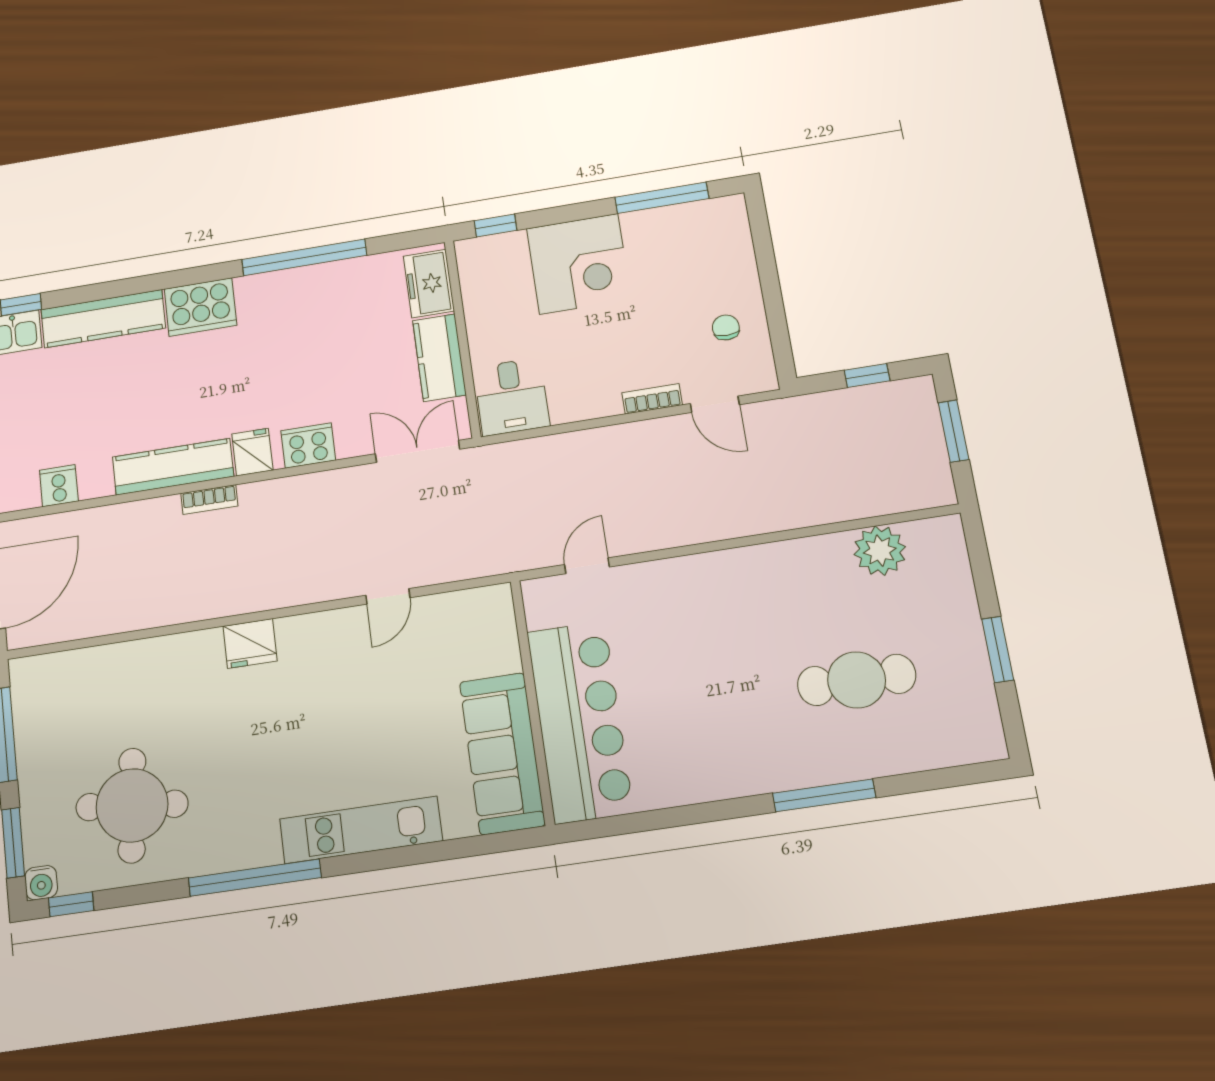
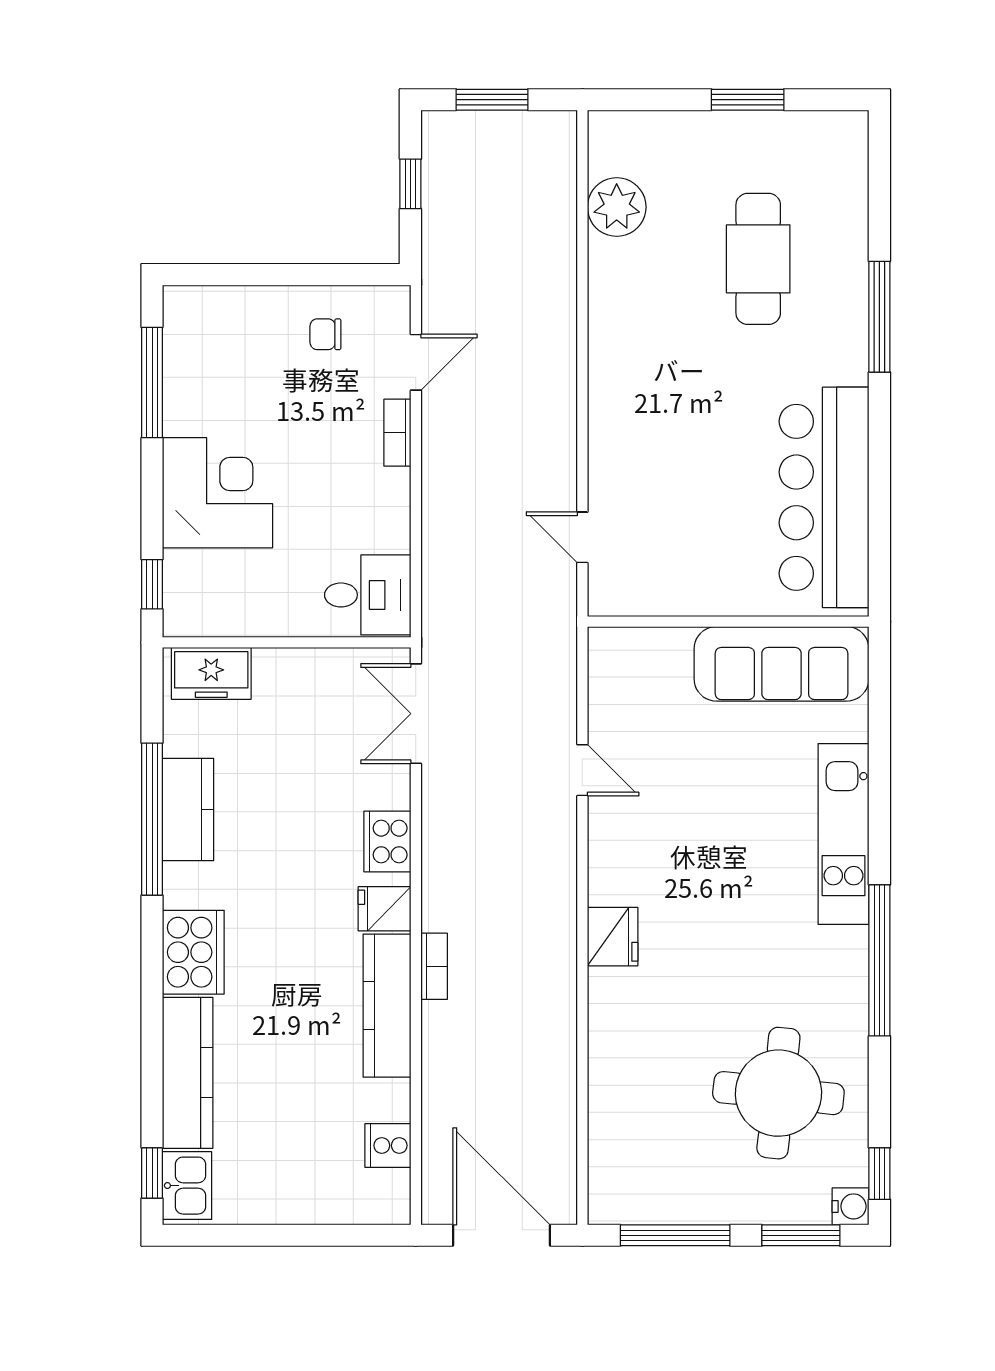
kitchen counter: (439, 358) -> (188, 810), moved, turned -90
bar counter: (580, 722) -> (824, 497), moved, turned -90

